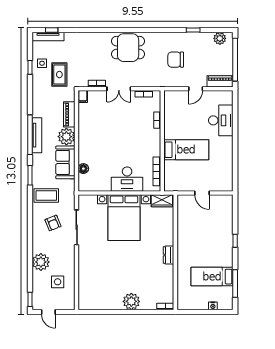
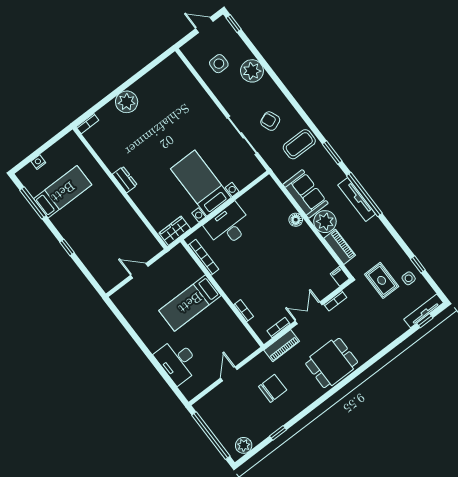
piano: (220, 81) -> (282, 346), moved
floor lamp: (83, 169) -> (296, 220), moved
bed with nightstands: (124, 218) -> (201, 183), width x0.73

